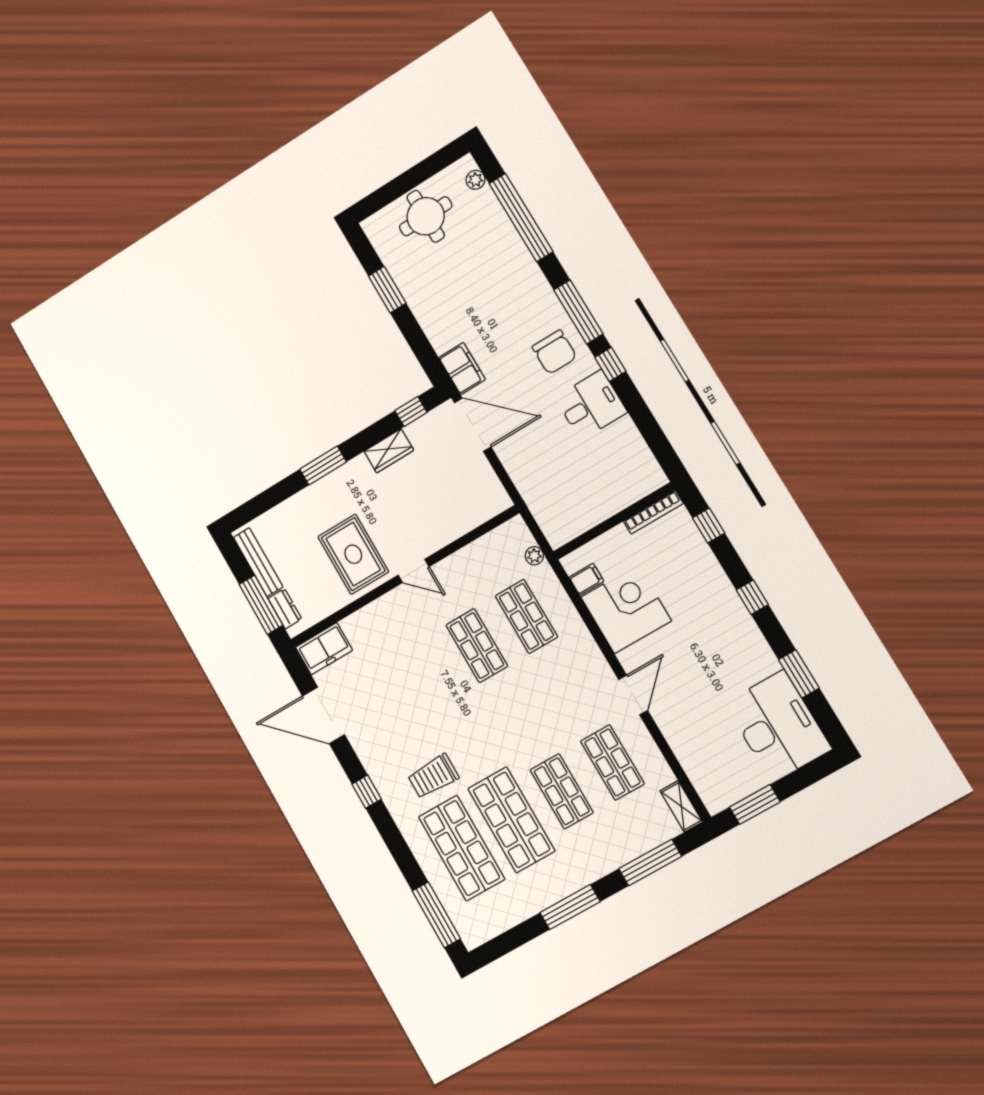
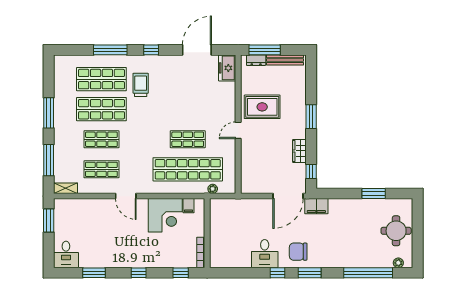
window: (578, 312) -> (310, 273), width x0.69
shop shelf: (526, 616) -> (188, 169), width x2.00, depth x1.36
desk: (778, 726) -> (66, 254), width x0.53, depth x0.77
window: (436, 915) -> (110, 50), moved

